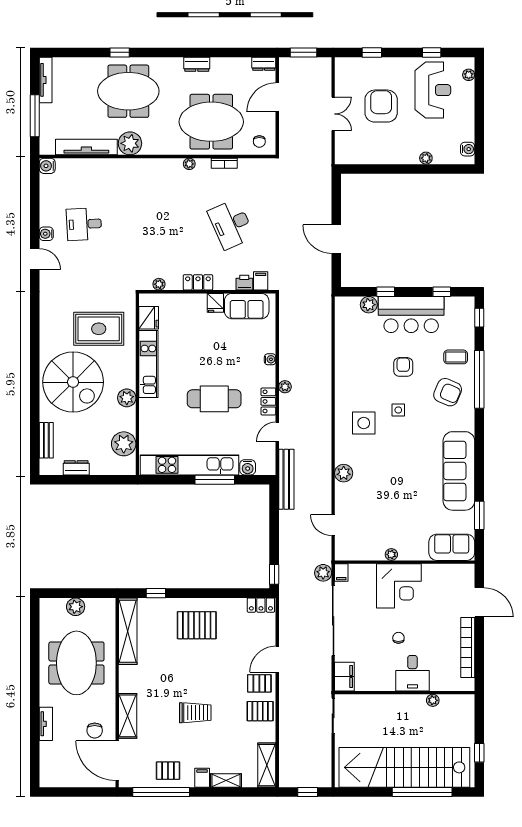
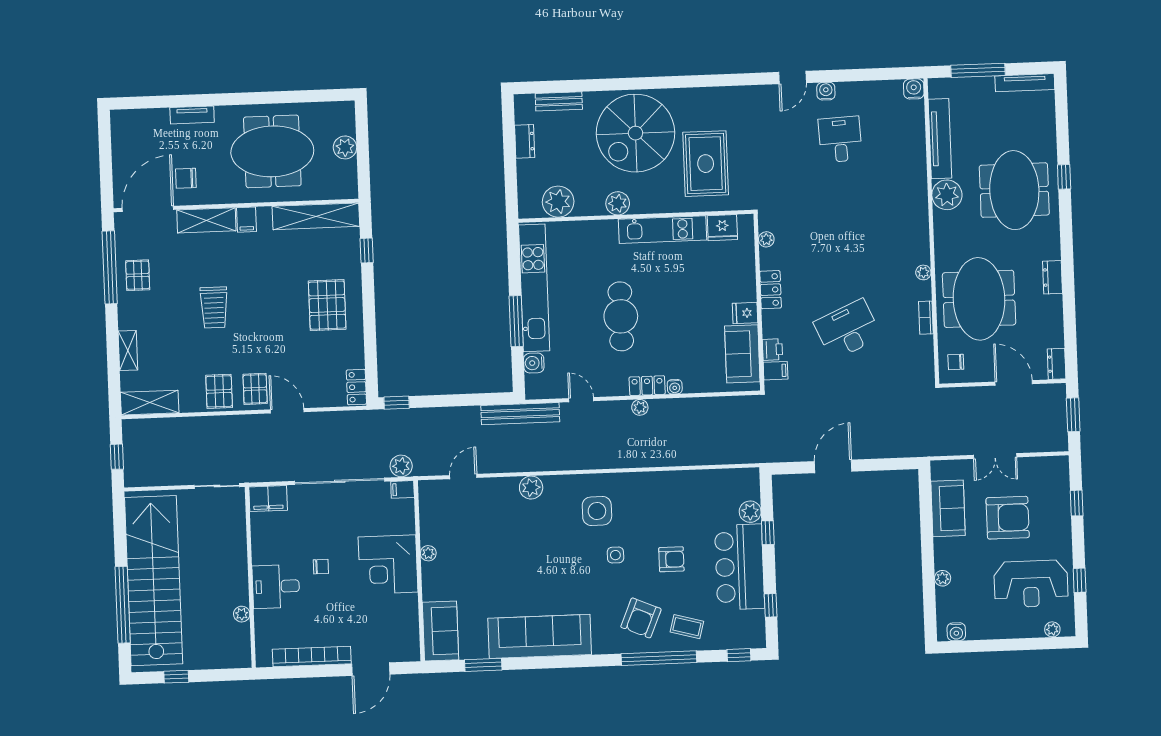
sofa: (372, 152) -> (948, 508), added
coffee table: (456, 357) -> (687, 627), turned -75
locker: (268, 401) -> (647, 386), moved
filing cabinet: (202, 778) -> (246, 220), moved, turned 90

